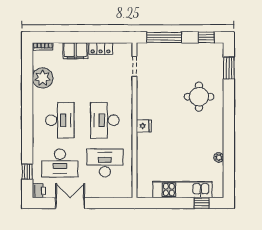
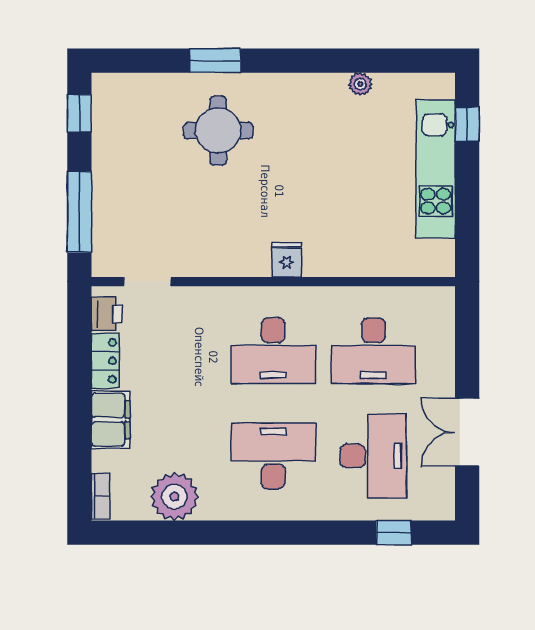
window: (229, 68) -> (215, 61), moved
desk: (105, 163) -> (373, 351), turned -90
printer: (39, 191) -> (107, 314), moved, turned 90

